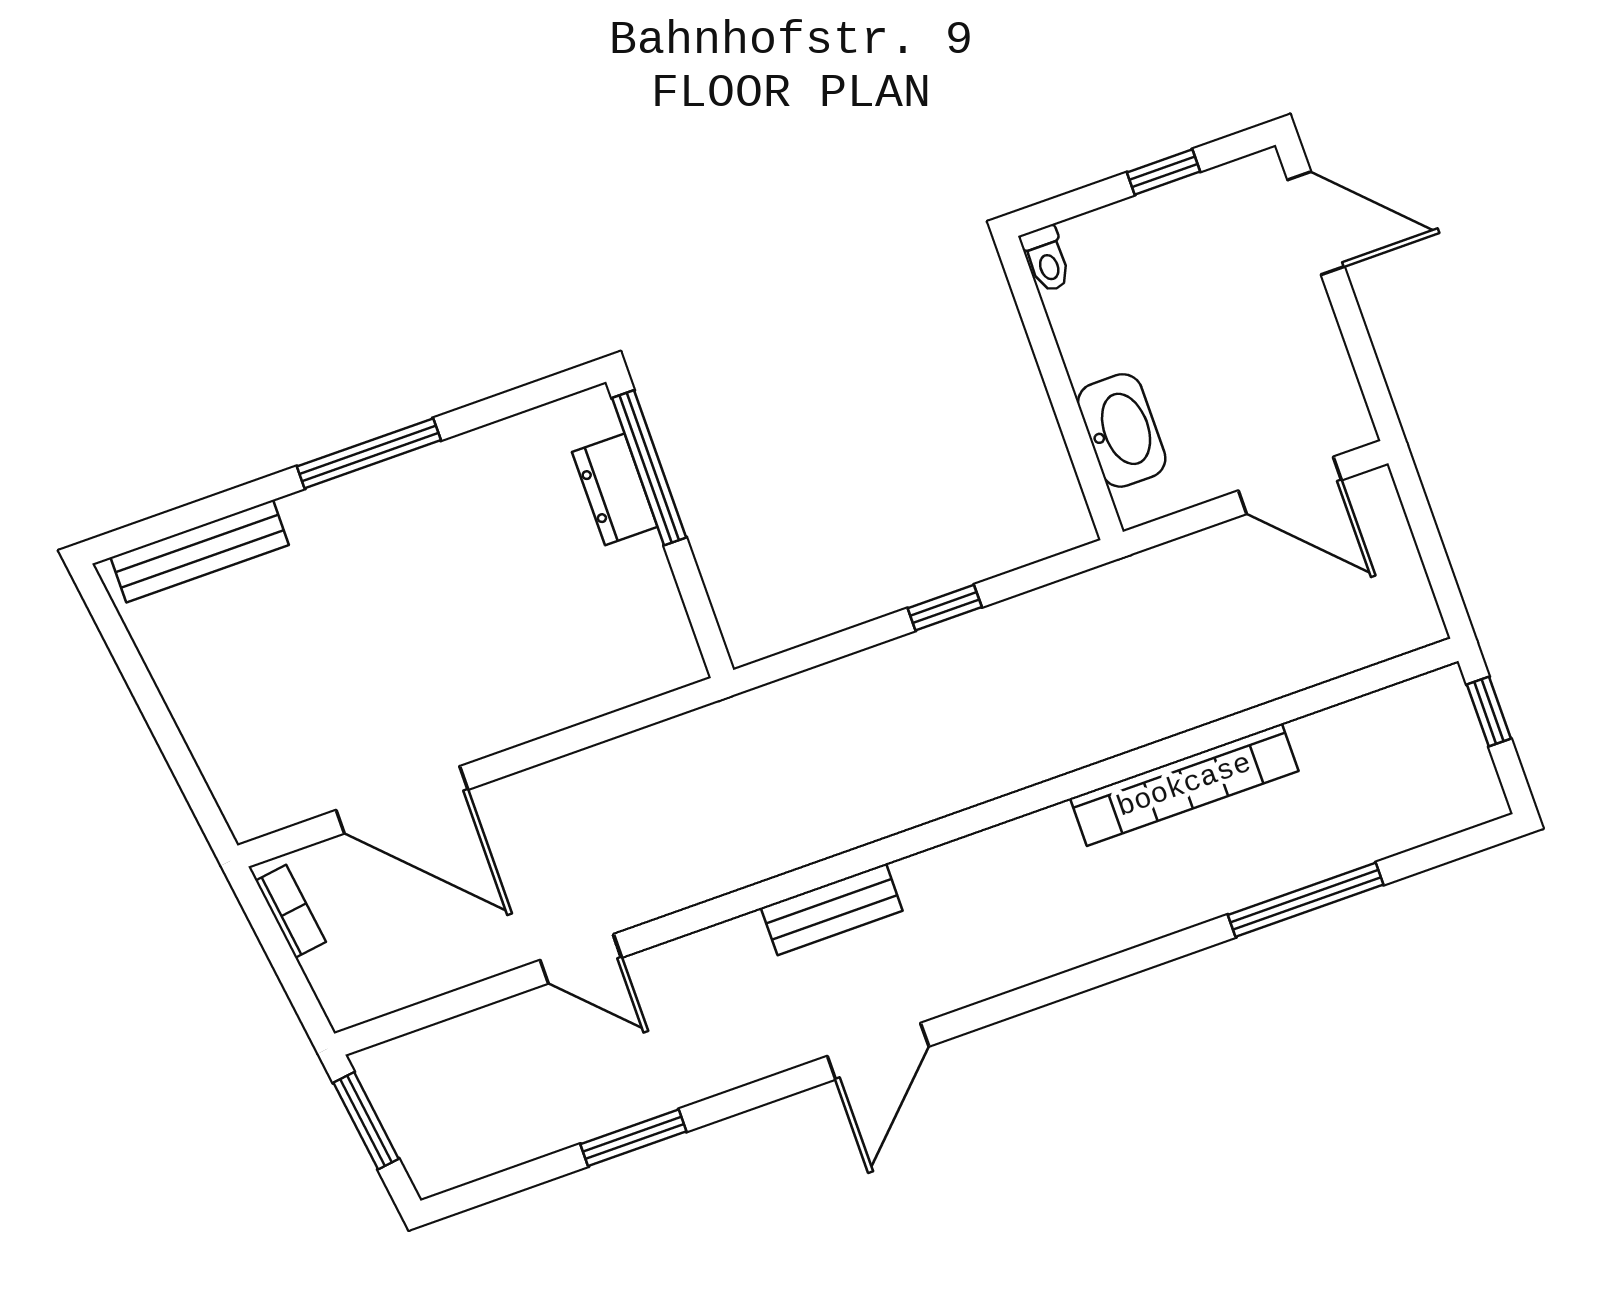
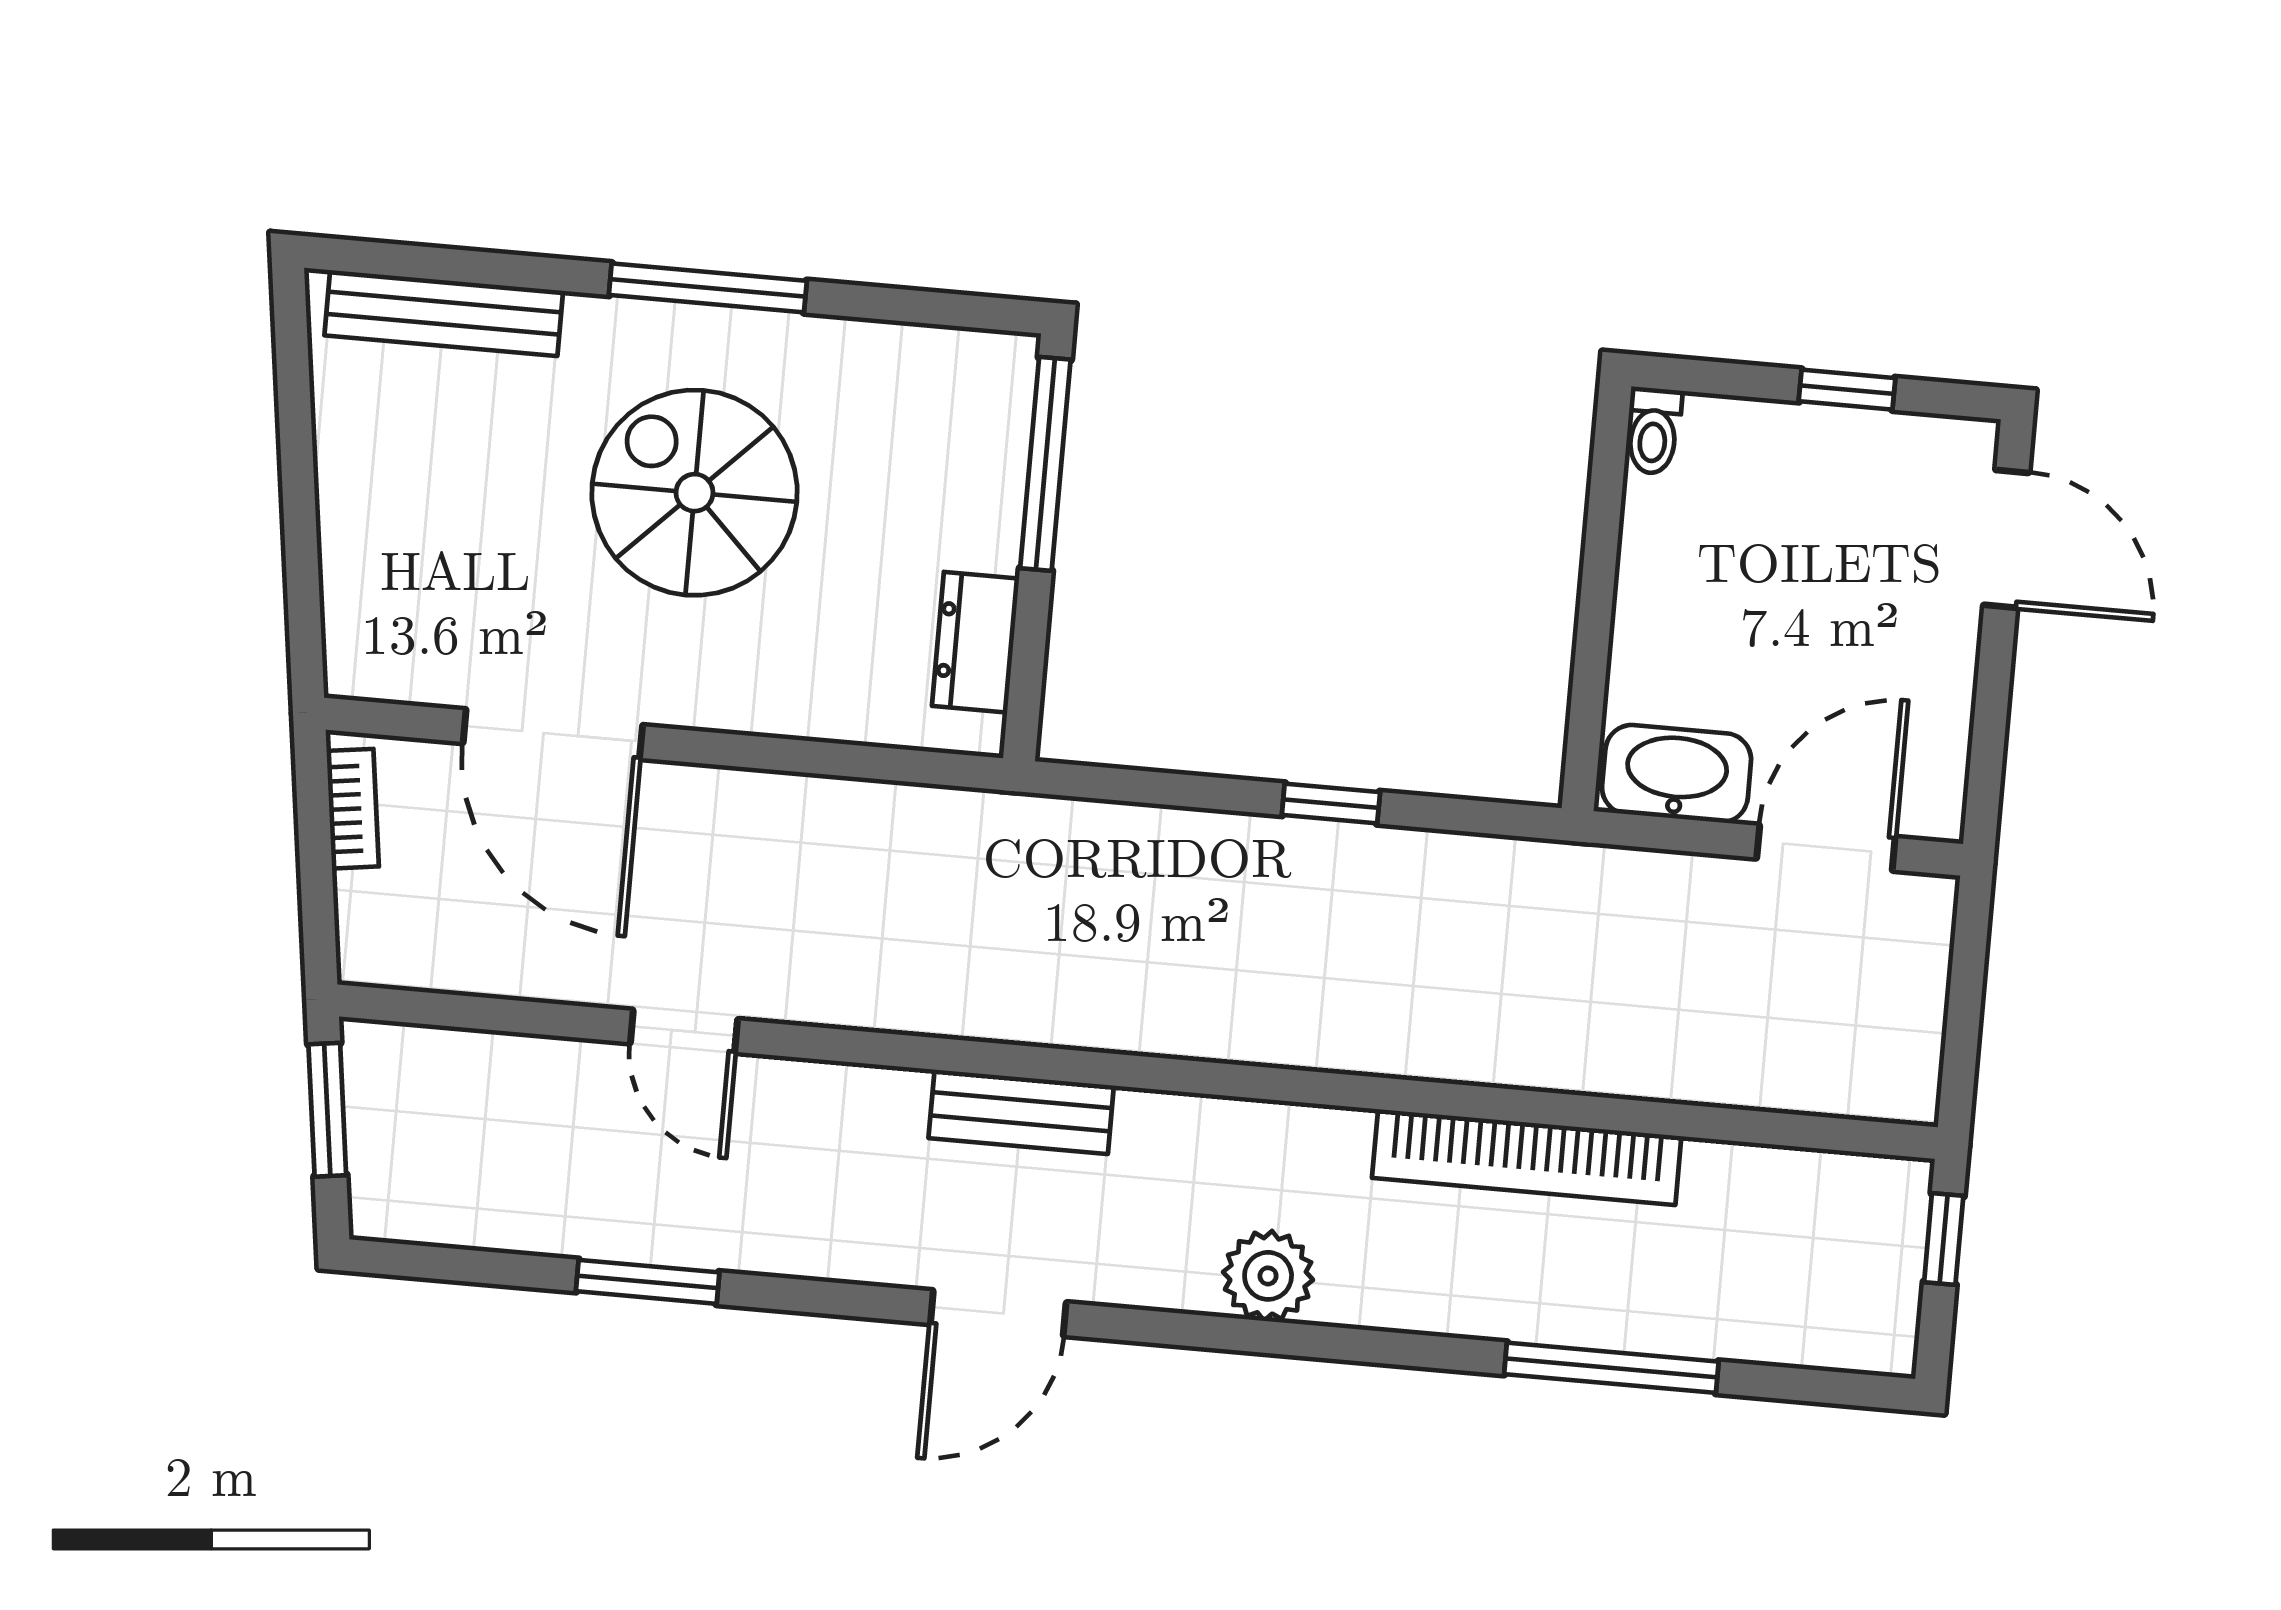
washbasin: (1122, 430) -> (1677, 774), moved, turned -90
door: (1290, 485) -> (1826, 848), swing flipped
dresser: (615, 489) -> (976, 642), moved
spiral stairs: (423, 595) -> (695, 493), added
plant: (1047, 944) -> (1268, 1276), added

